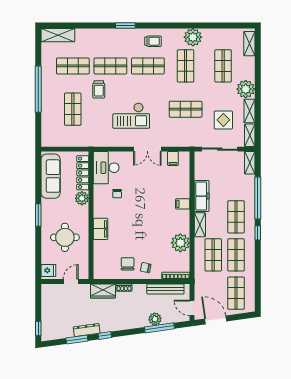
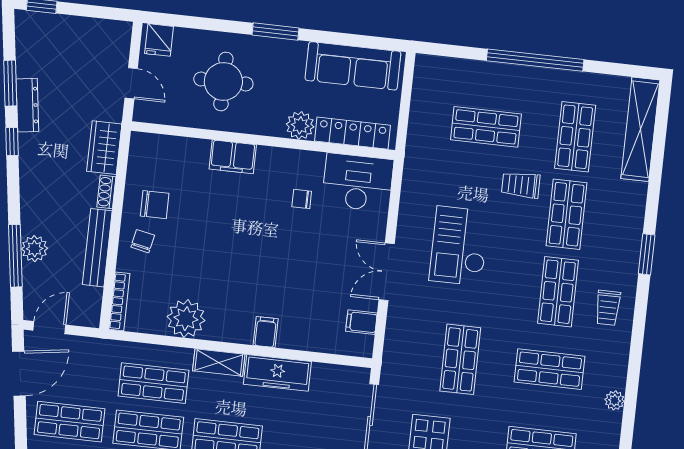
shelving: (58, 35) -> (640, 129), width x1.47
plant: (193, 37) -> (615, 400), width x0.53, depth x0.53
bench: (165, 289) -> (97, 248), moved

